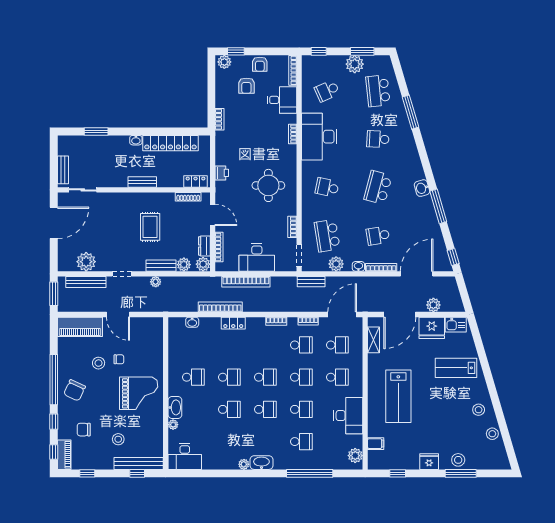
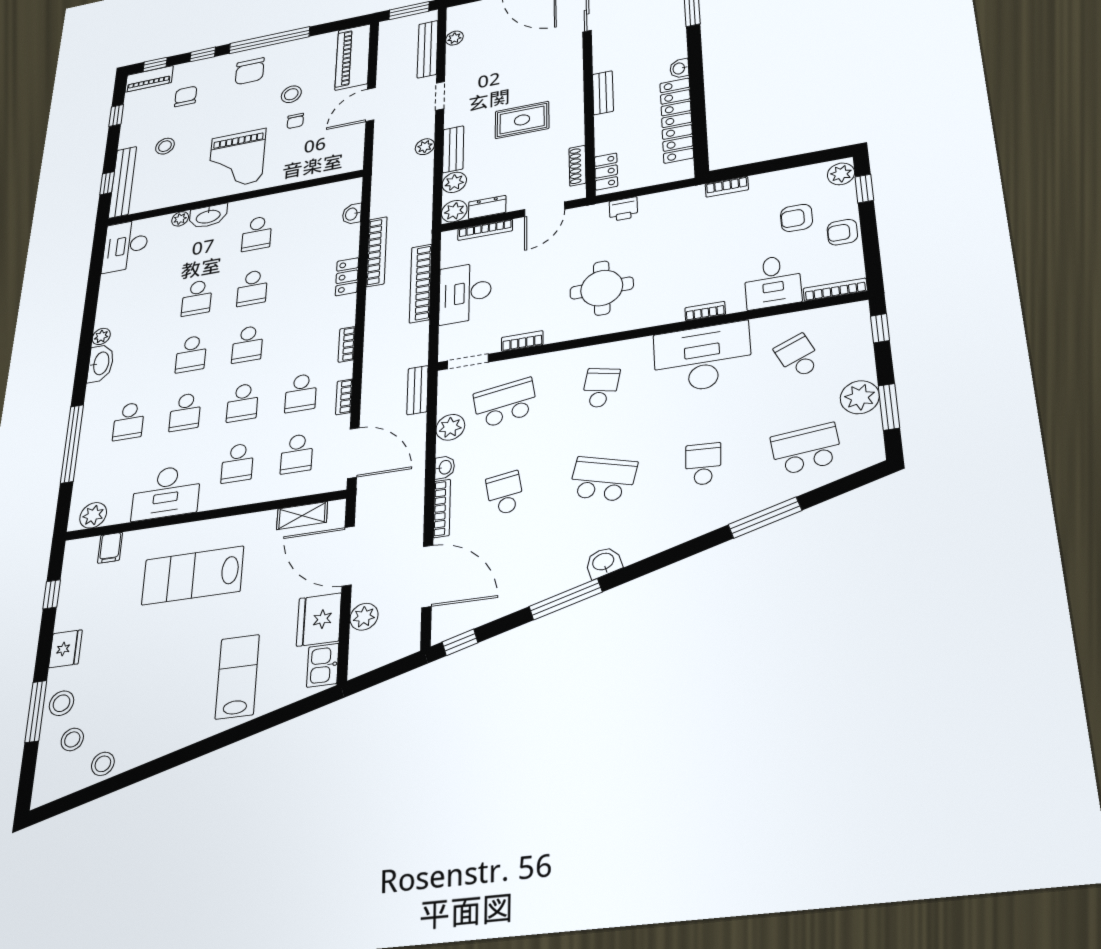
plant: (86, 262) -> (454, 38), width x0.53, depth x0.53
chair: (75, 390) -> (250, 71), turned -115
stool: (479, 410) -> (72, 739), moved

